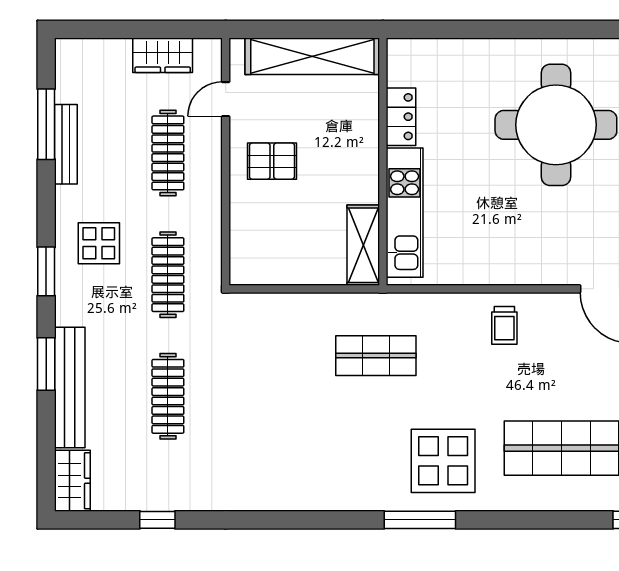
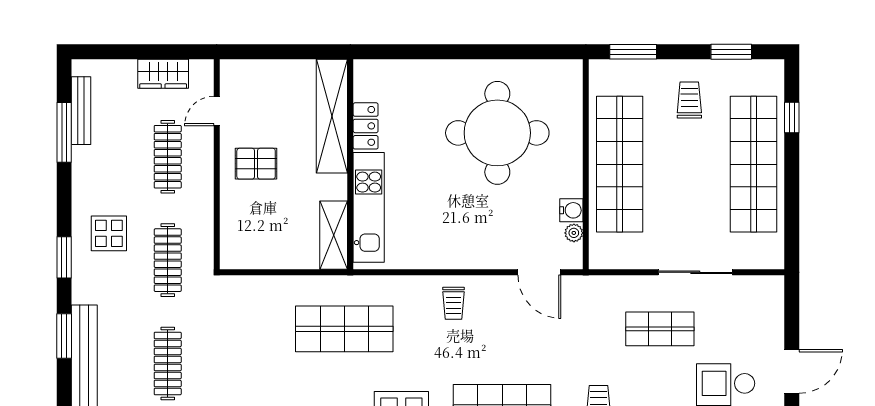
shelving: (312, 56) -> (332, 116), moved, turned 90
bench: (66, 144) -> (81, 111), moved
shop shelf: (376, 356) -> (344, 329), width x1.43, depth x1.36

